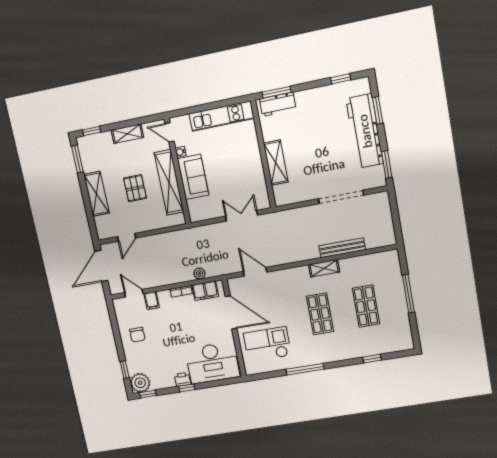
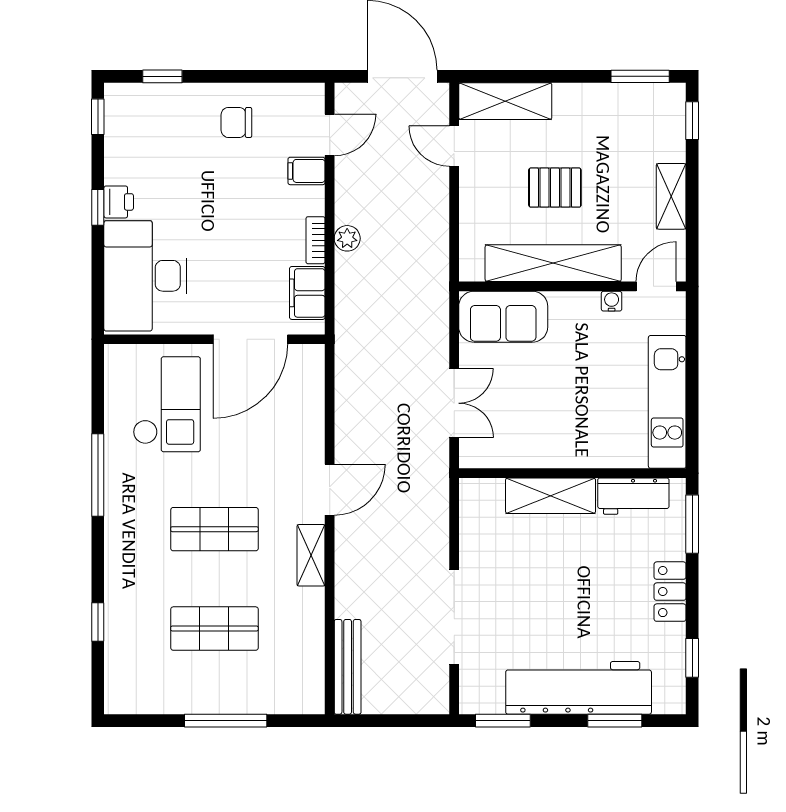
locker: (311, 96) -> (670, 592), added
workbench: (278, 104) -> (633, 496), moved, turned -90
sofa: (193, 177) -> (503, 317), moved
shelving: (96, 194) -> (505, 101), moved
bench: (342, 248) -> (348, 667), moved
door: (255, 272) -> (330, 490), moved
plant: (199, 274) -> (347, 238), moved
plant: (140, 383) -> (126, 105), removed

